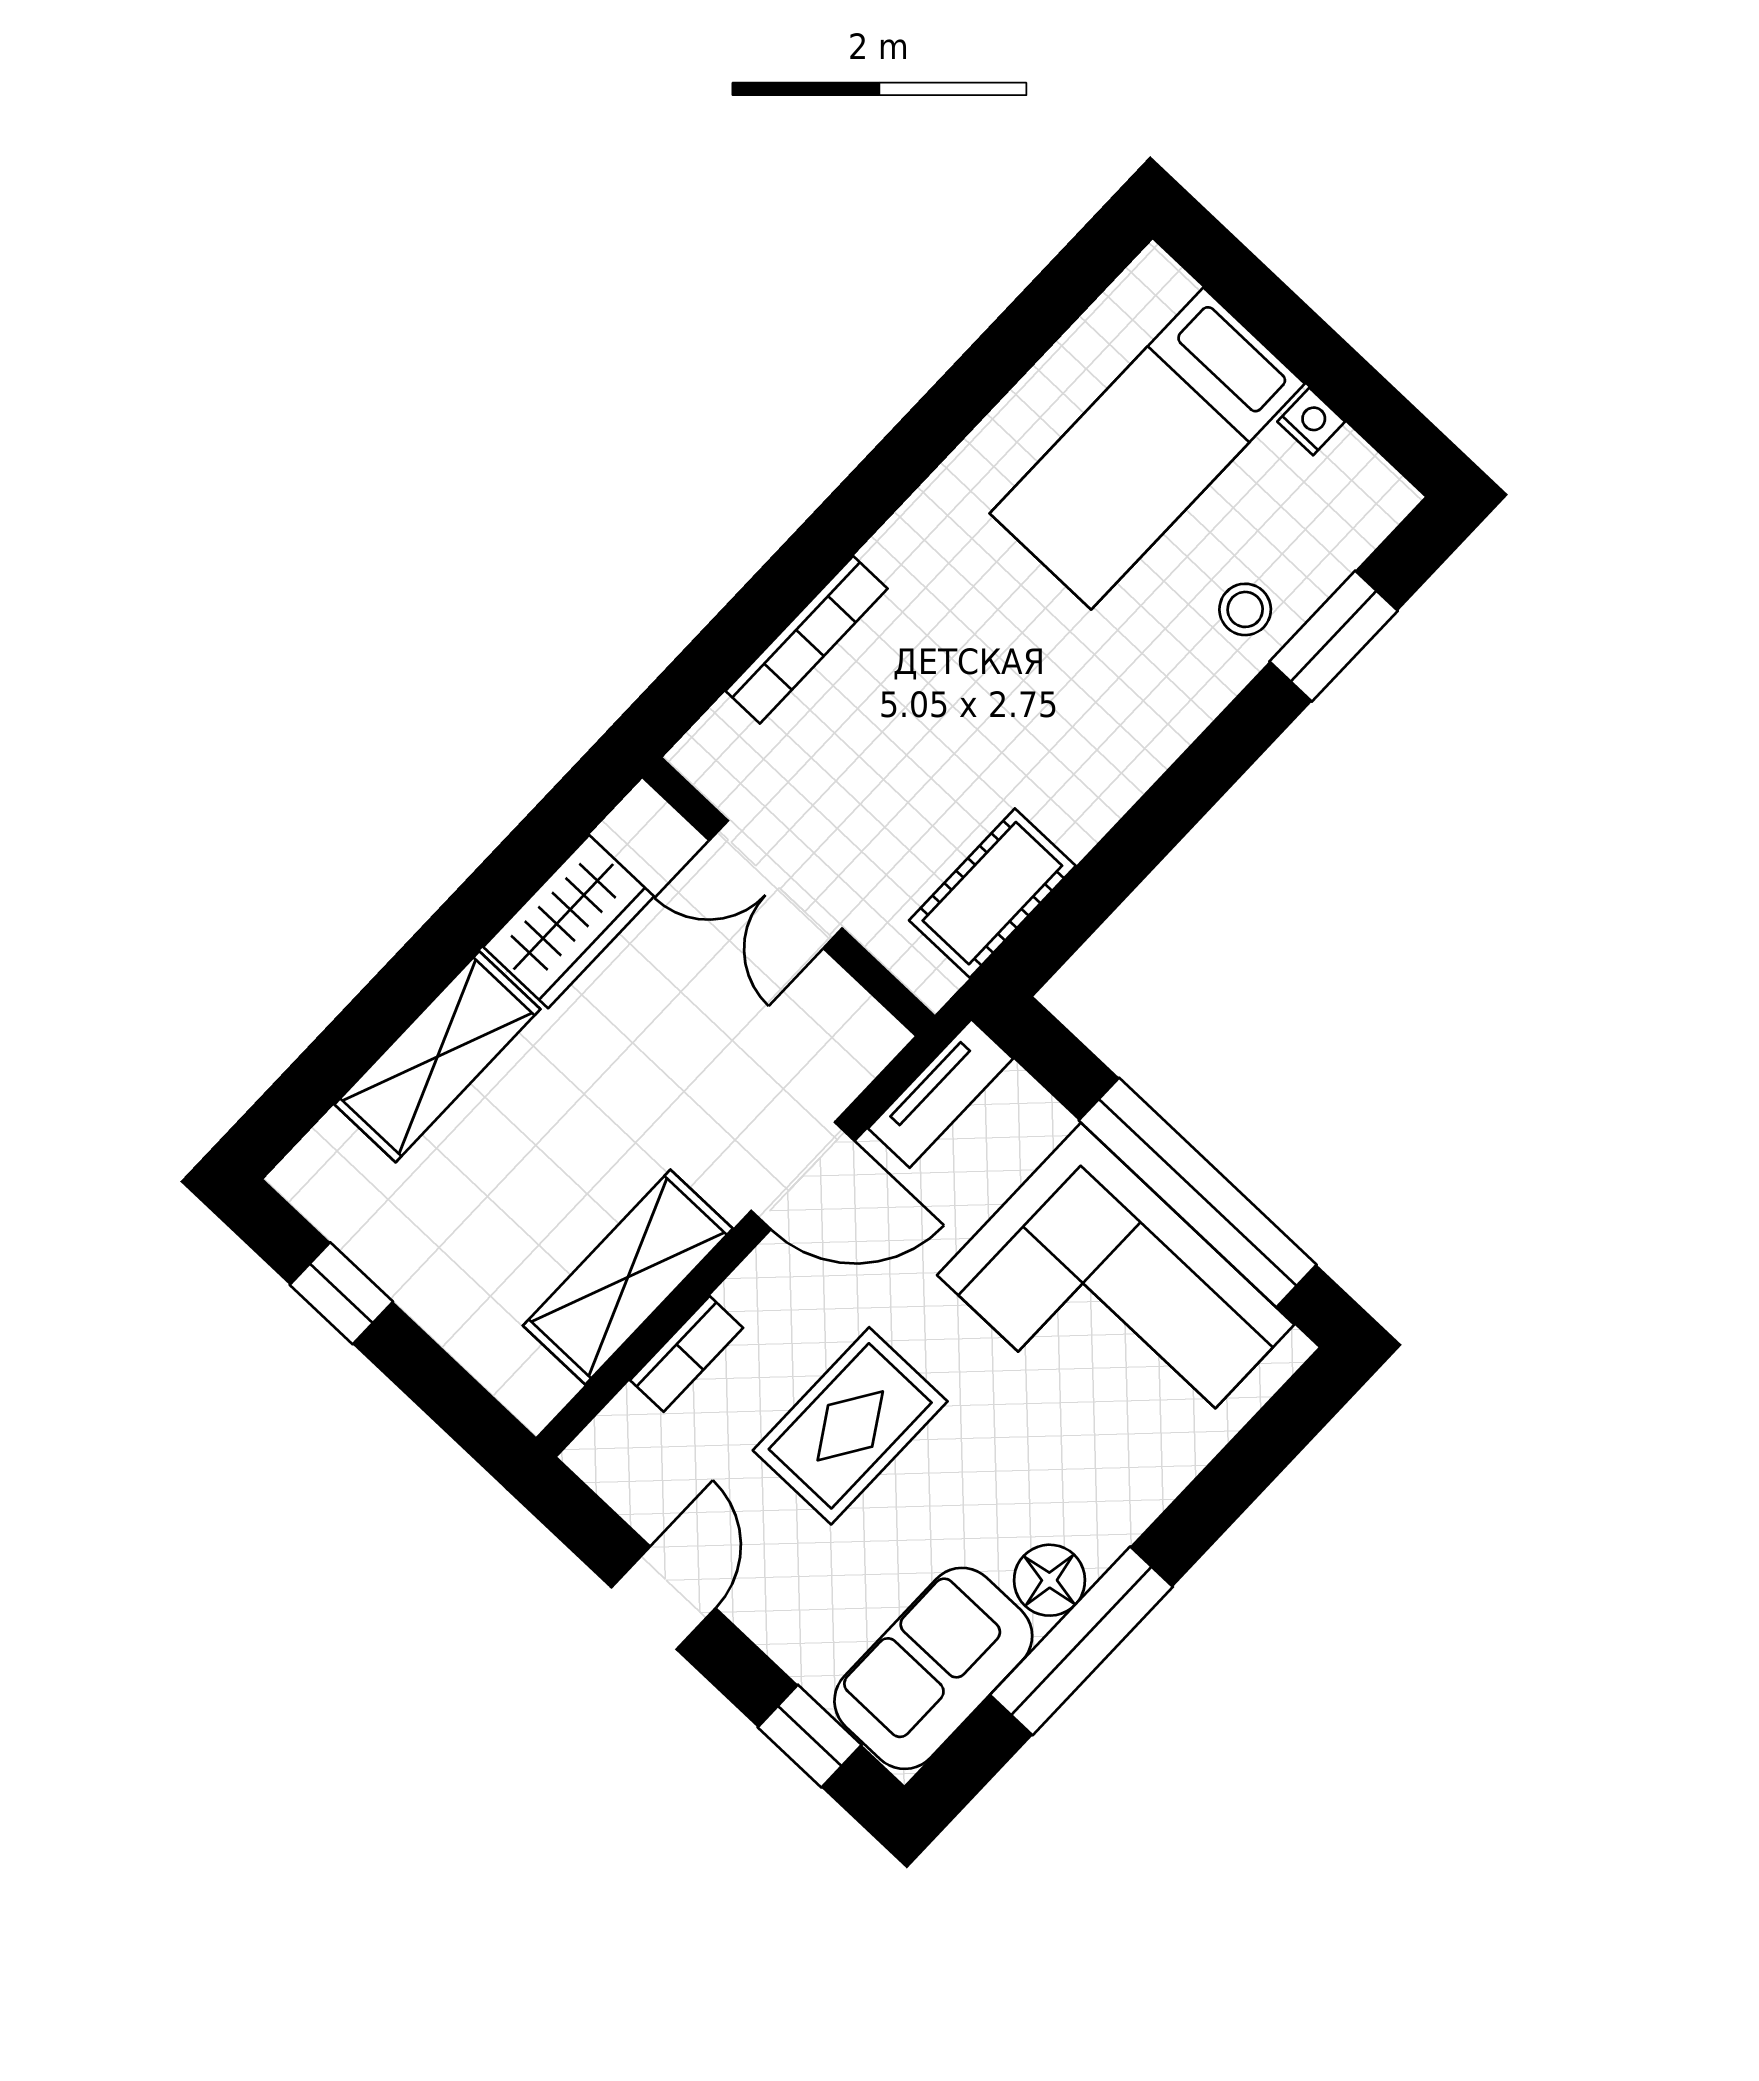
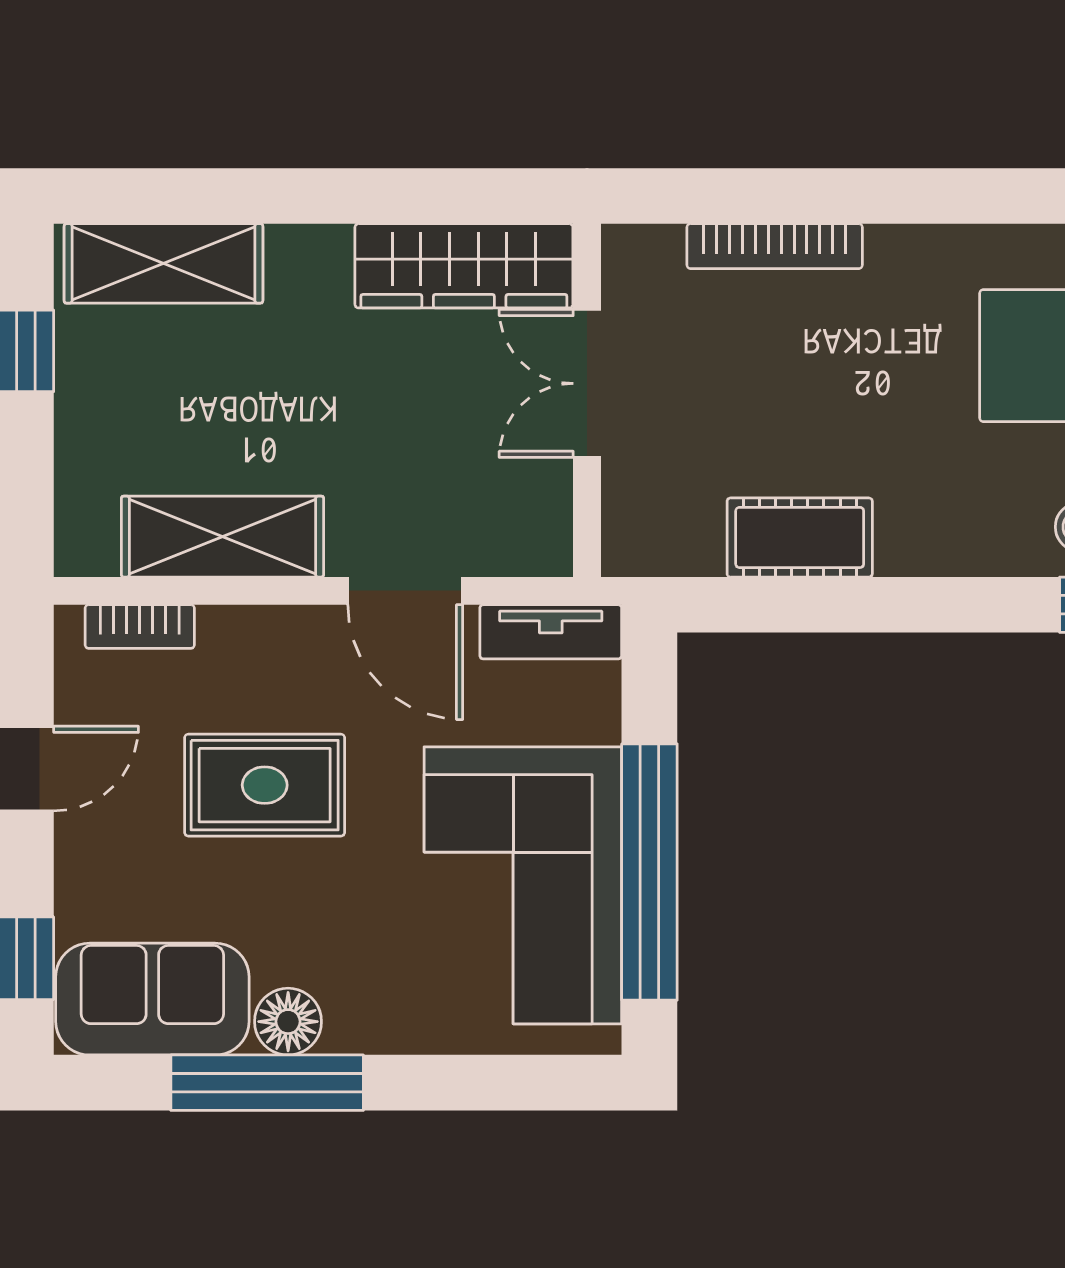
cot: (992, 893) -> (800, 537), moved
wardrobe: (569, 922) -> (464, 266), width x1.50
shelving: (437, 1057) -> (163, 263), moved
bookcase: (687, 1354) -> (140, 627), moved

